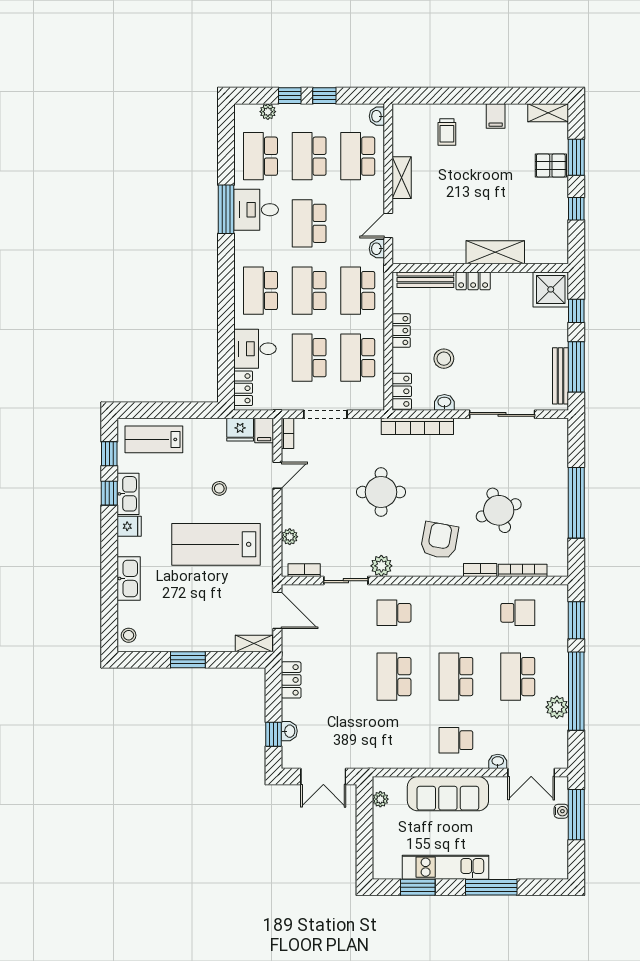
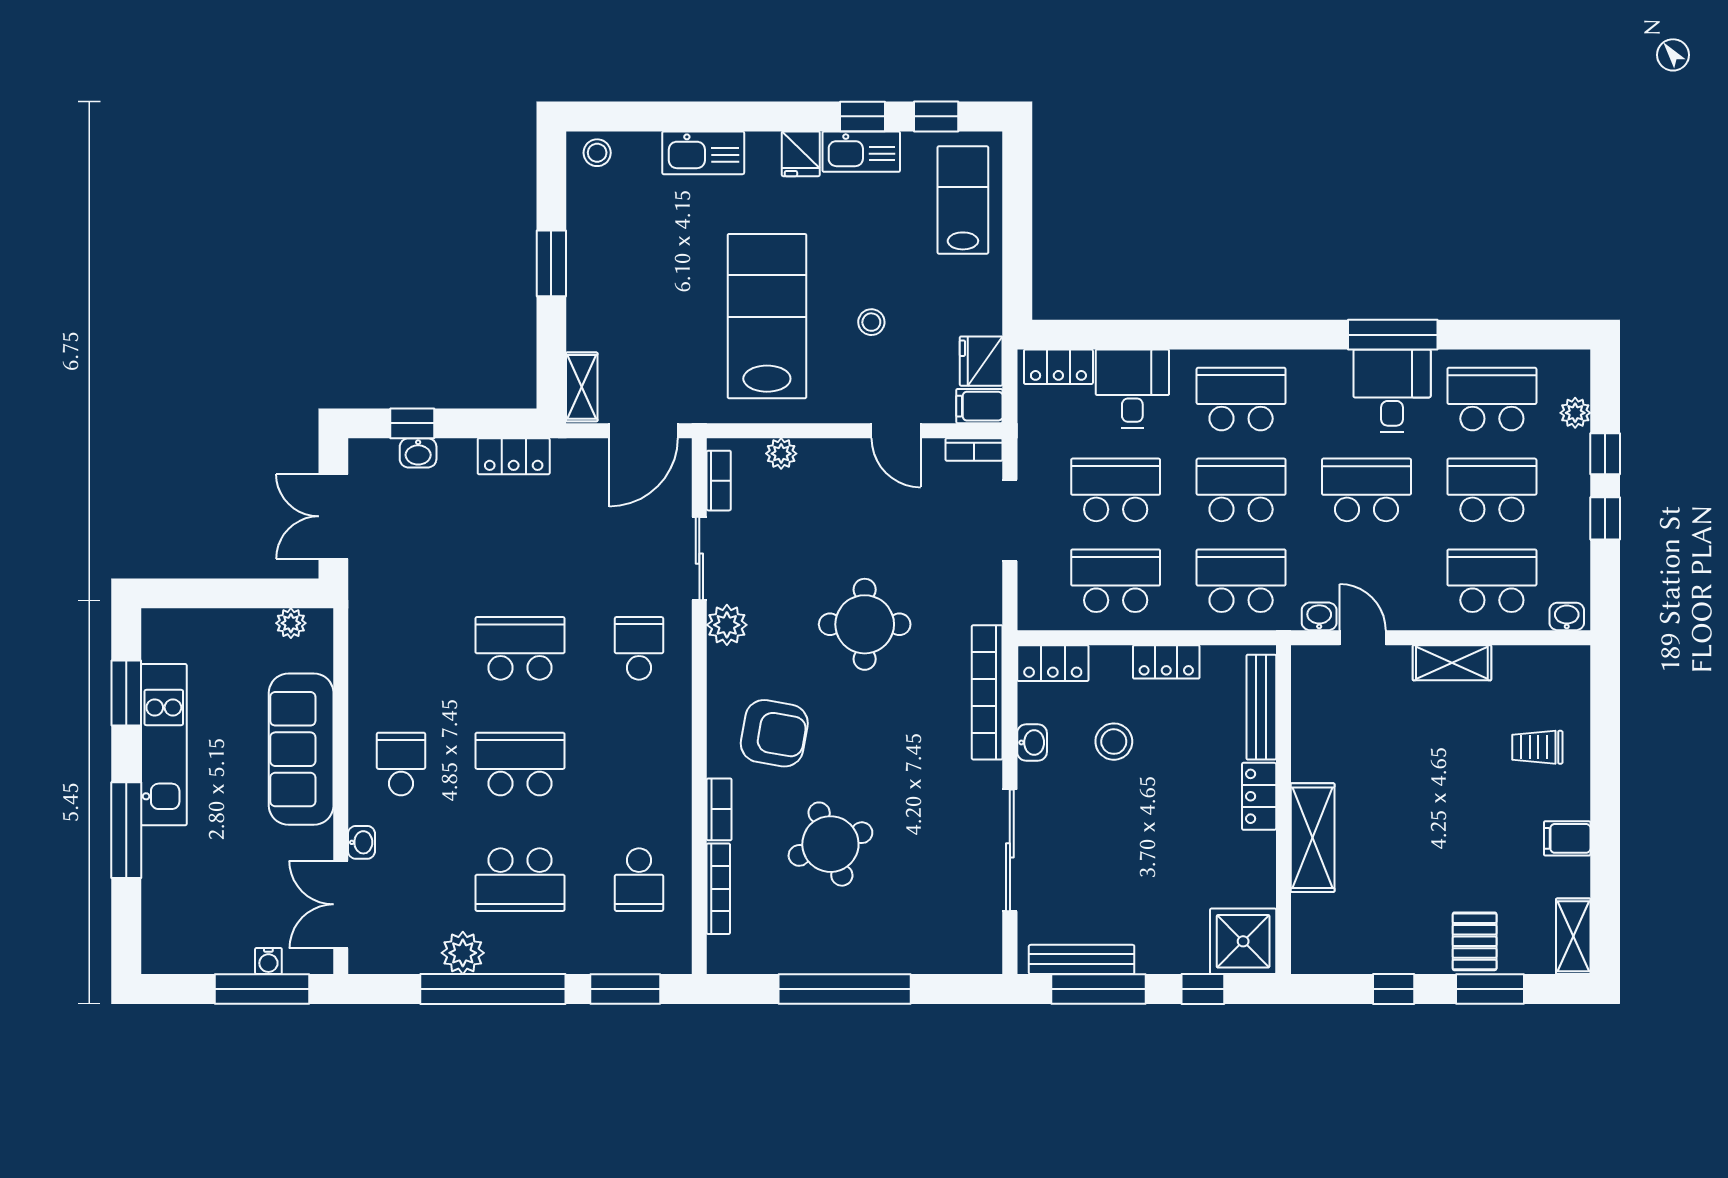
school desk: (518, 677) -> (520, 880), turned 180

